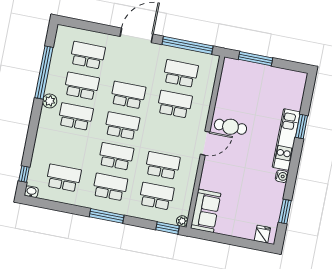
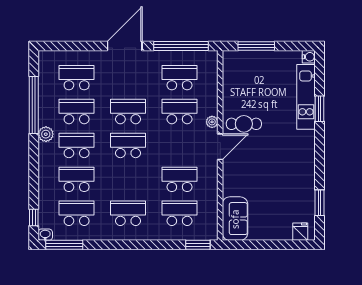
kitchen unit: (286, 140) -> (306, 97), moved
school desk: (116, 156) -> (77, 179), moved
water cooler: (282, 176) -> (309, 57), moved
window: (107, 216) -> (64, 245), moved
plant: (182, 221) -> (212, 122), moved

